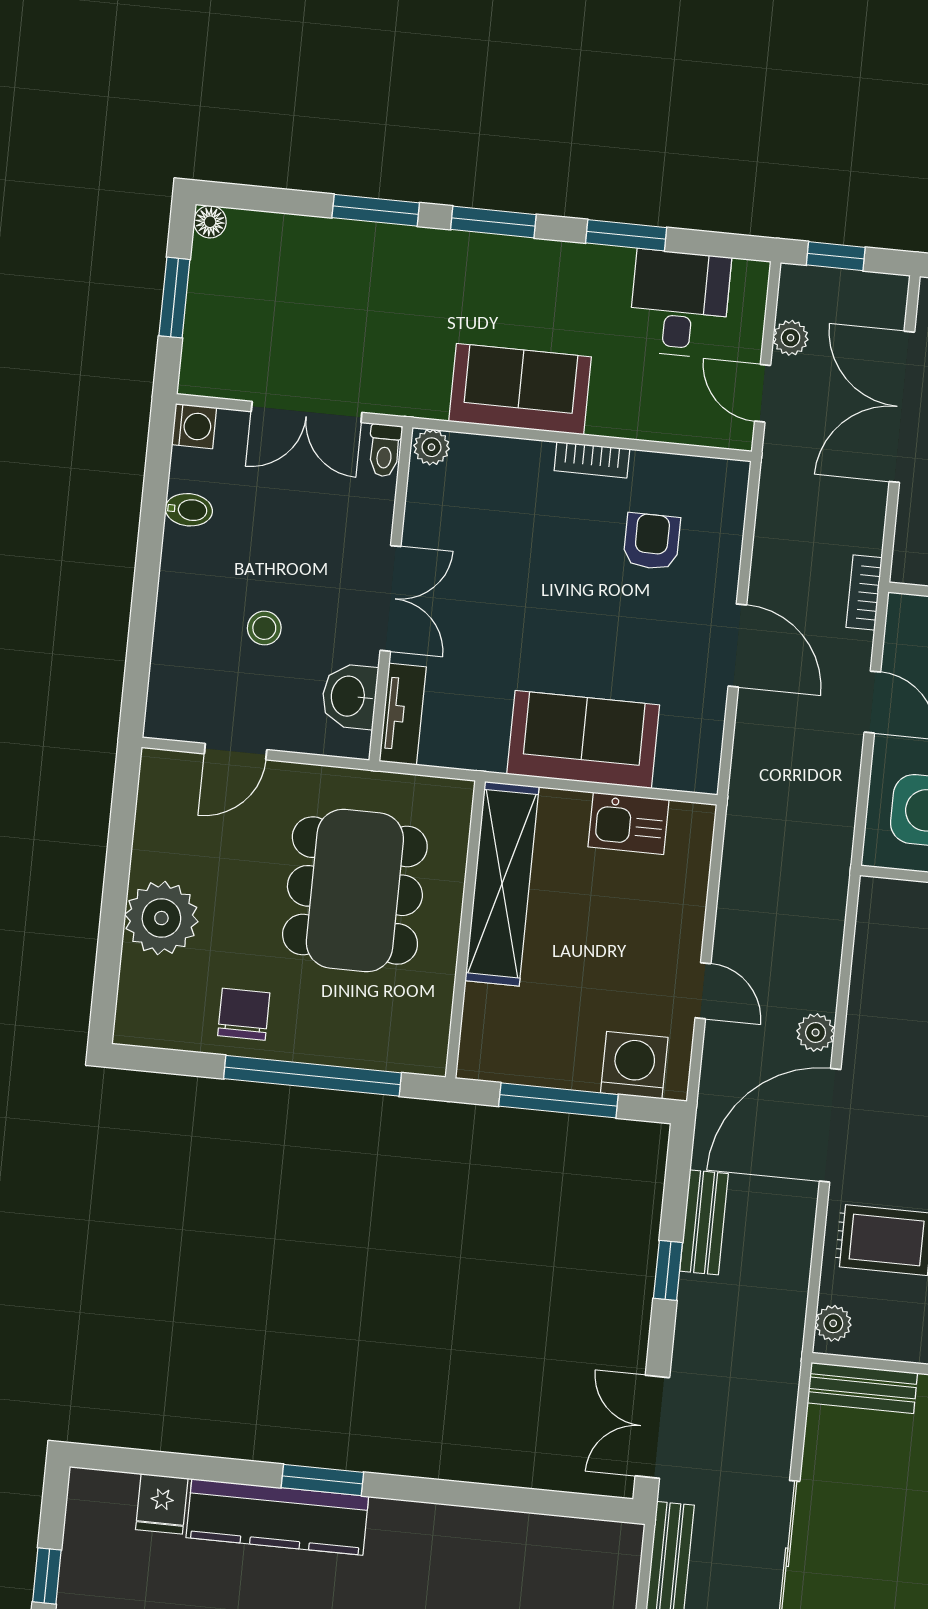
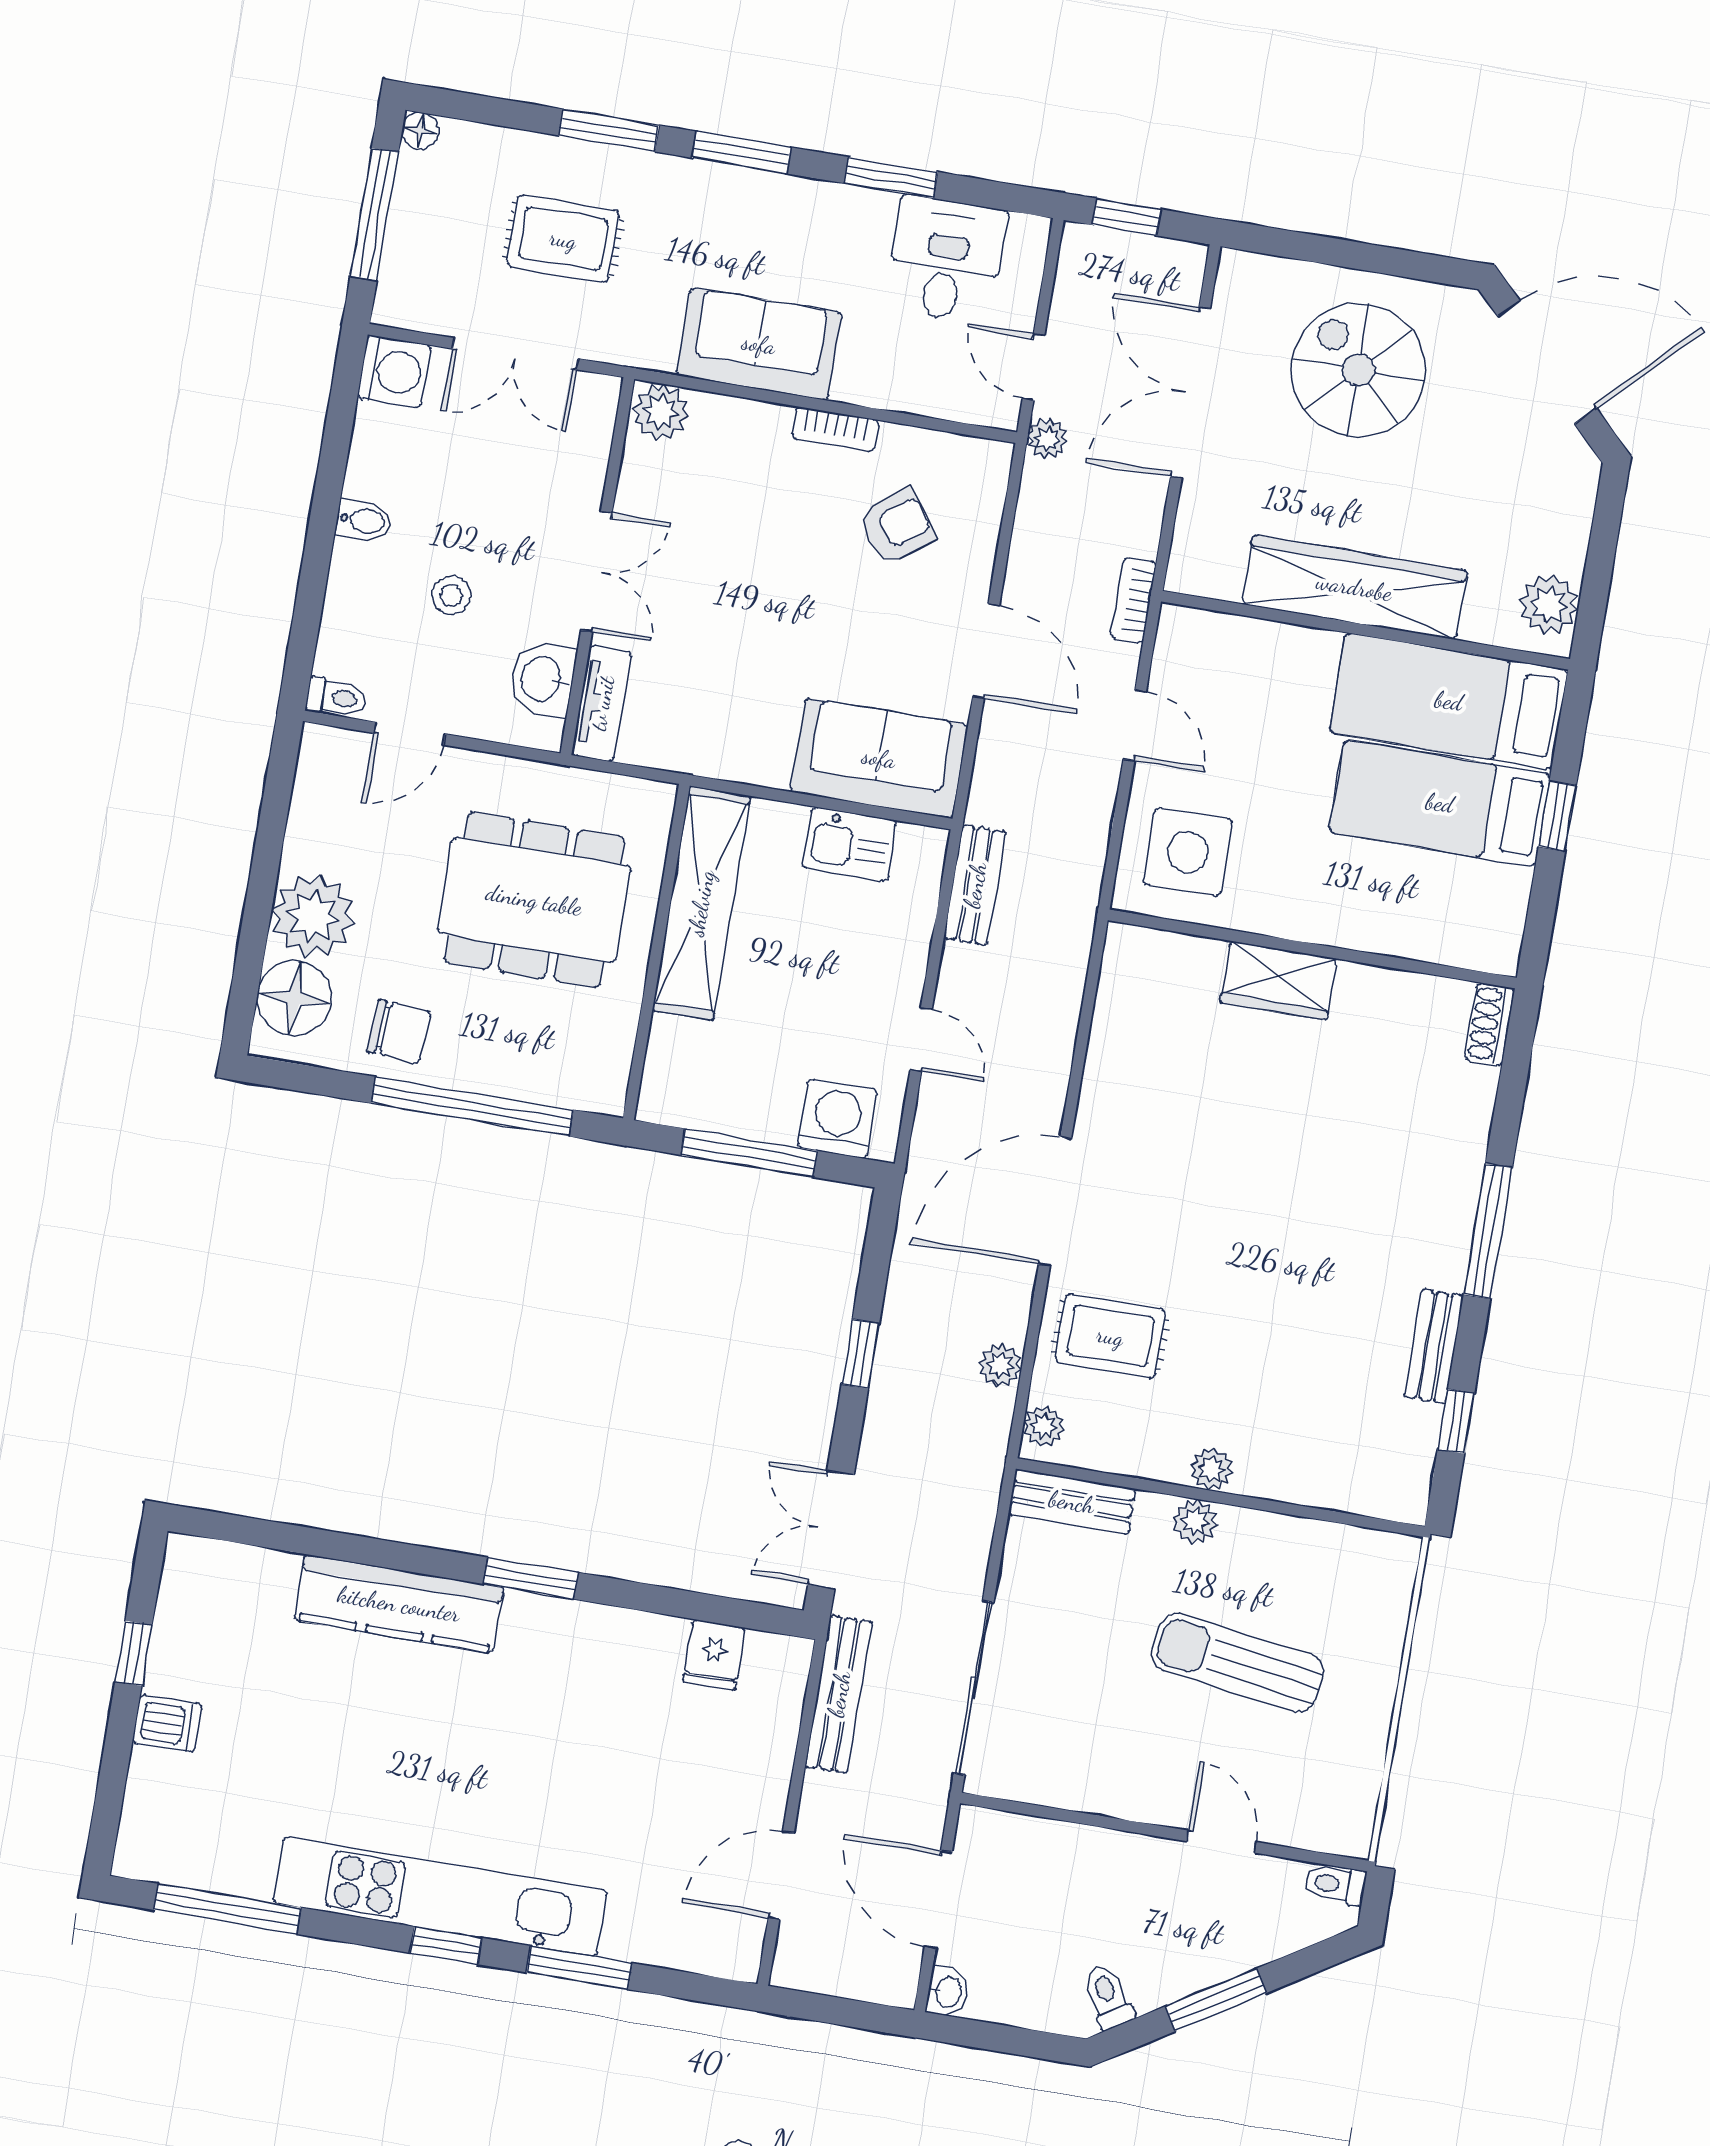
window: (174, 298) -> (374, 214), width x1.44
rug: (342, 308) -> (563, 239), added
plant: (791, 338) -> (1047, 439), moved
washing machine: (194, 426) -> (394, 372), width x1.38, depth x1.38
plant: (431, 447) -> (661, 412), width x1.38, depth x1.38
toilet: (385, 450) -> (337, 698), moved, turned -90
bidet: (189, 510) -> (364, 521), moved
armchair: (652, 541) -> (897, 526), turned 53
sofa: (583, 740) -> (879, 758), moved
dining table: (355, 891) -> (534, 900), turned 90
floor lamp: (150, 991) -> (294, 998), added
chair: (244, 1014) -> (399, 1031), turned 94
plant: (816, 1033) -> (1000, 1365), moved
bench: (704, 1222) -> (975, 885), moved
window: (322, 1480) -> (531, 1578), moved
fridge: (162, 1504) -> (714, 1655), moved

